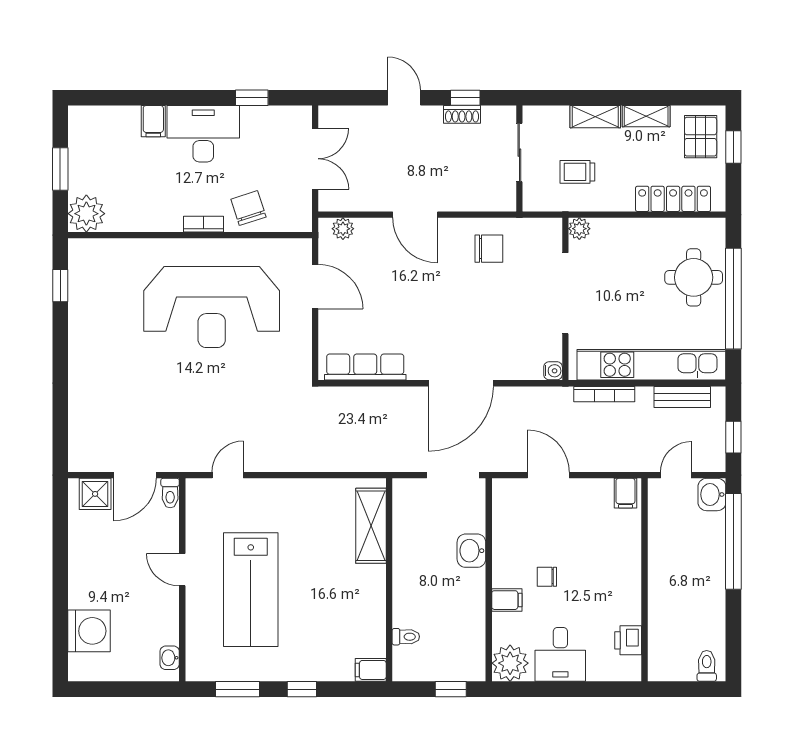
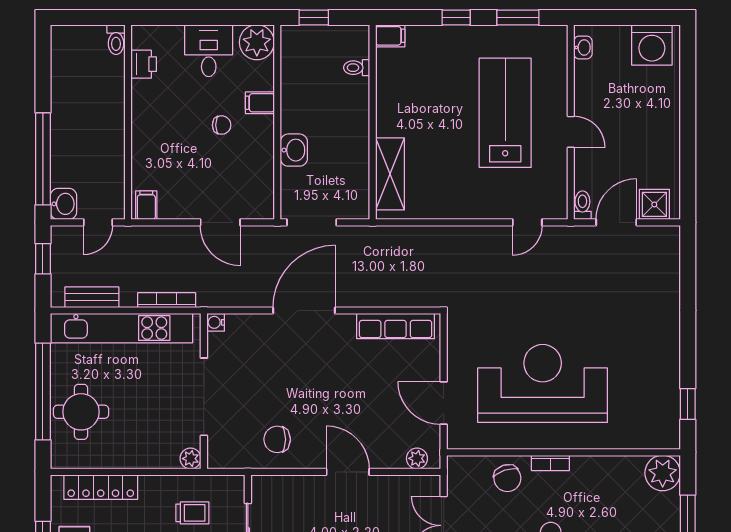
washing machine: (89, 631) -> (652, 45), moved, turned -90
toilet: (707, 666) -> (116, 40), moved

